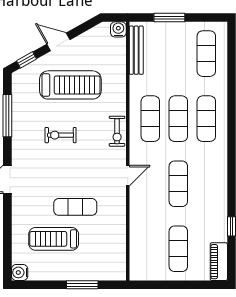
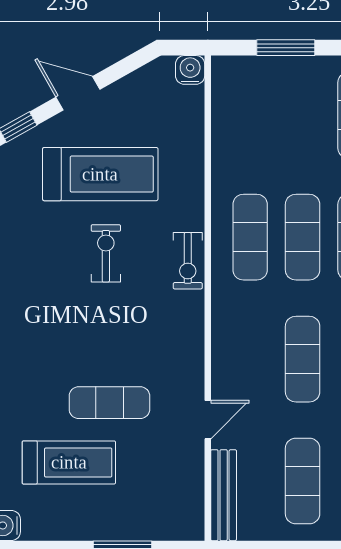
bench: (136, 50) -> (224, 495), moved
exercise bike: (61, 135) -> (106, 253), moved, turned 90
door: (128, 176) -> (208, 420), moved
treadmill: (54, 239) -> (69, 462), turned 180

